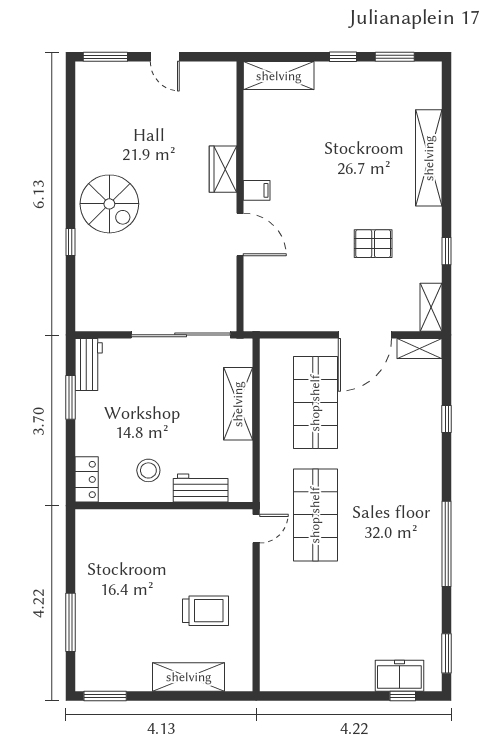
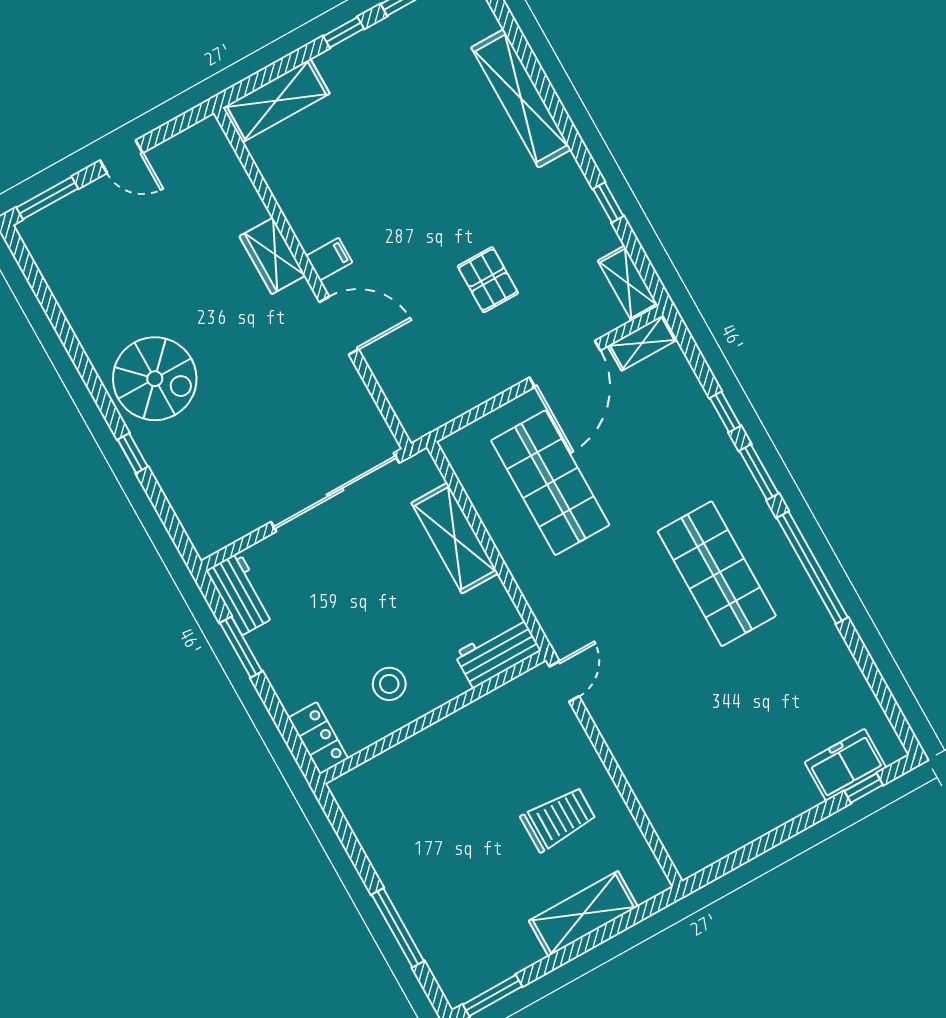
pallet: (373, 244) -> (488, 280), moved, turned 90
workbench: (201, 488) -> (497, 652), moved
shop shelf: (315, 515) -> (717, 574), moved
window: (447, 653) -> (759, 472), moved

